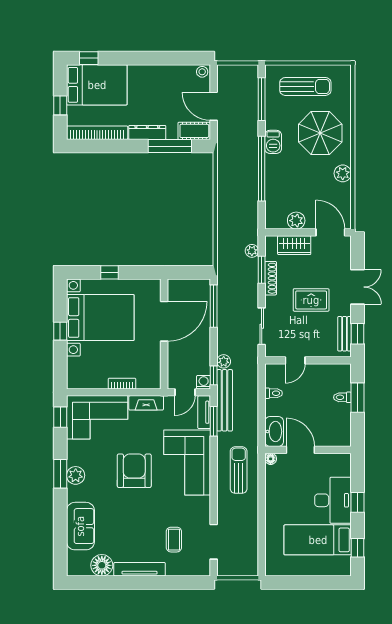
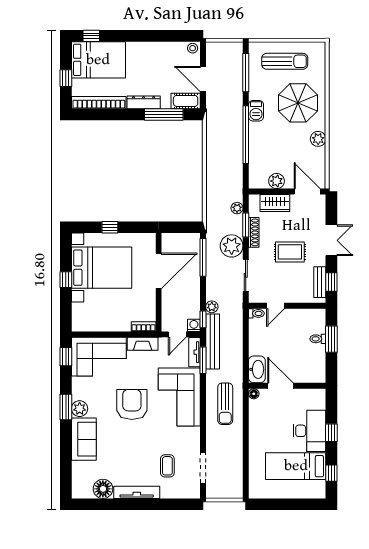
plant: (246, 293) -> (232, 246), added
bookcase: (122, 384) -> (144, 327), moved
toilet: (274, 393) -> (256, 313), moved
sun lounger: (239, 470) -> (225, 404), turned 180
sofa: (80, 526) -> (84, 439), moved

